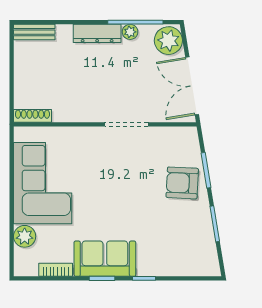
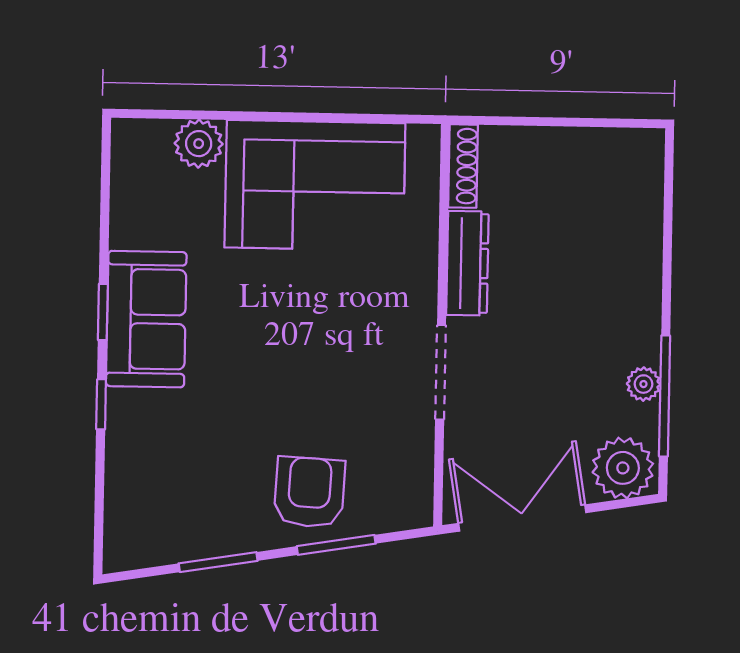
bench: (34, 32) -> (647, 173), removed
dresser: (97, 33) -> (467, 263), moved, turned 180
bookcase: (56, 270) -> (124, 211), removed

